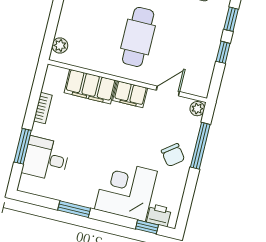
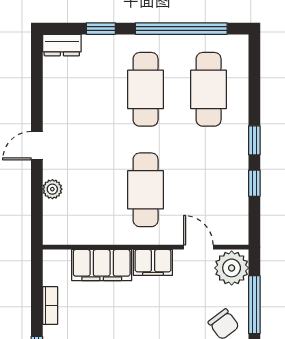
plant: (60, 46) -> (52, 189), moved
door: (168, 91) -> (198, 247), hinge flipped
plant: (197, 109) -> (232, 268), width x1.88, depth x1.88

